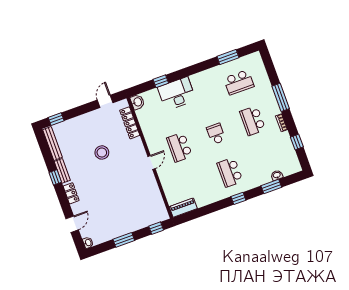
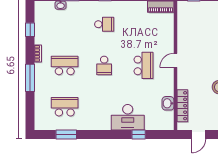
washbasin: (137, 102) -> (168, 103), moved
school desk: (253, 121) -> (65, 65), turned -90
school desk: (230, 172) -> (104, 24), width x0.54

